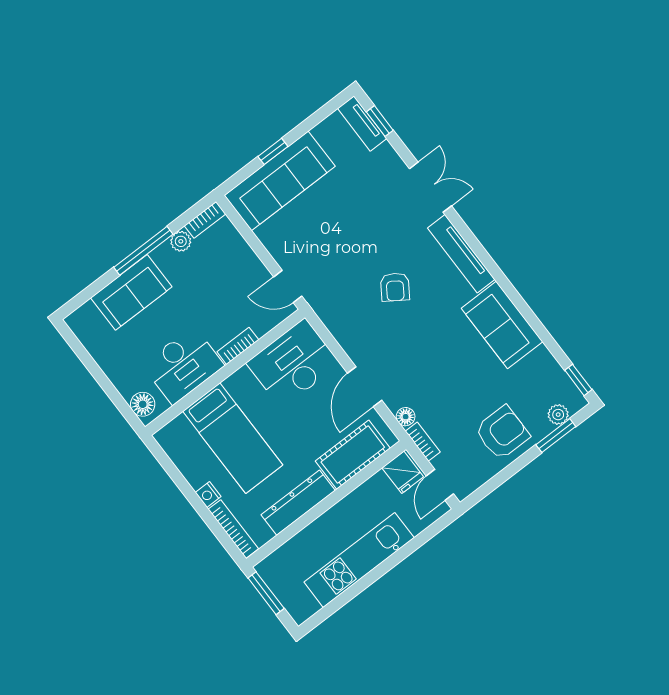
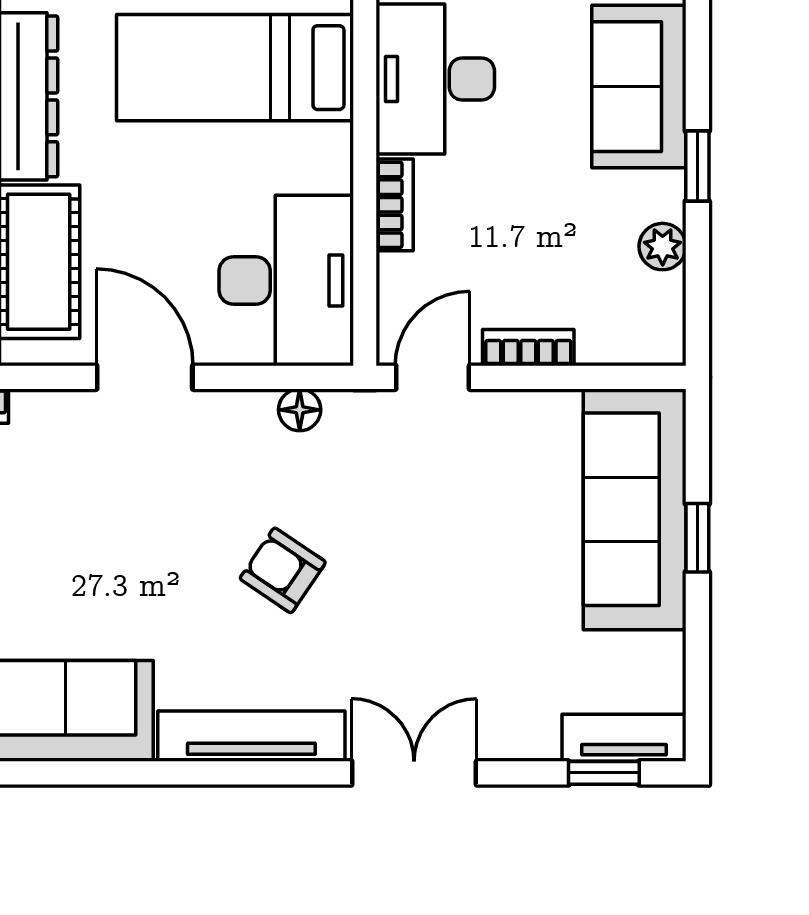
double door: (430, 187) -> (414, 773), swing flipped
bookcase: (205, 220) -> (528, 348), moved, turned 90
window: (143, 251) -> (697, 166), width x0.46
floor lamp: (406, 417) -> (300, 410), moved

